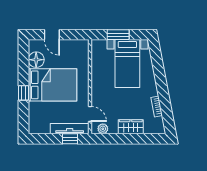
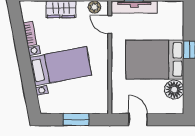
door: (52, 35) -> (138, 120), moved
bed with nightstands: (127, 64) -> (61, 66), moved, turned 79

